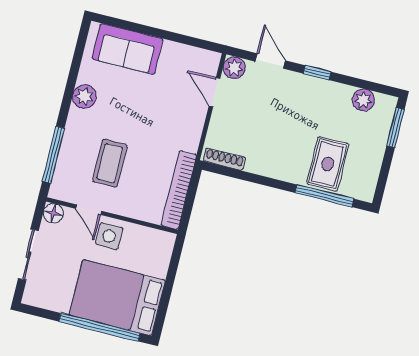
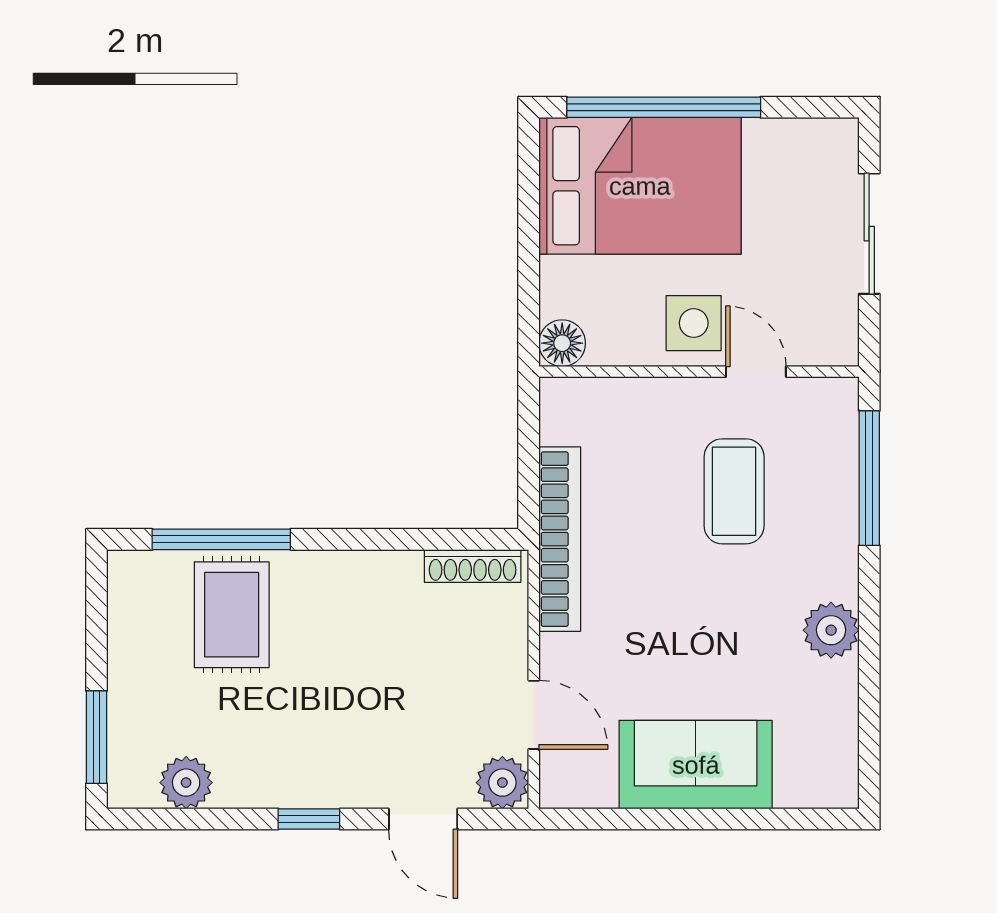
sofa: (127, 49) -> (696, 765), moved
bookcase: (179, 190) -> (560, 539), moved
floor lamp: (53, 213) -> (562, 343), moved

